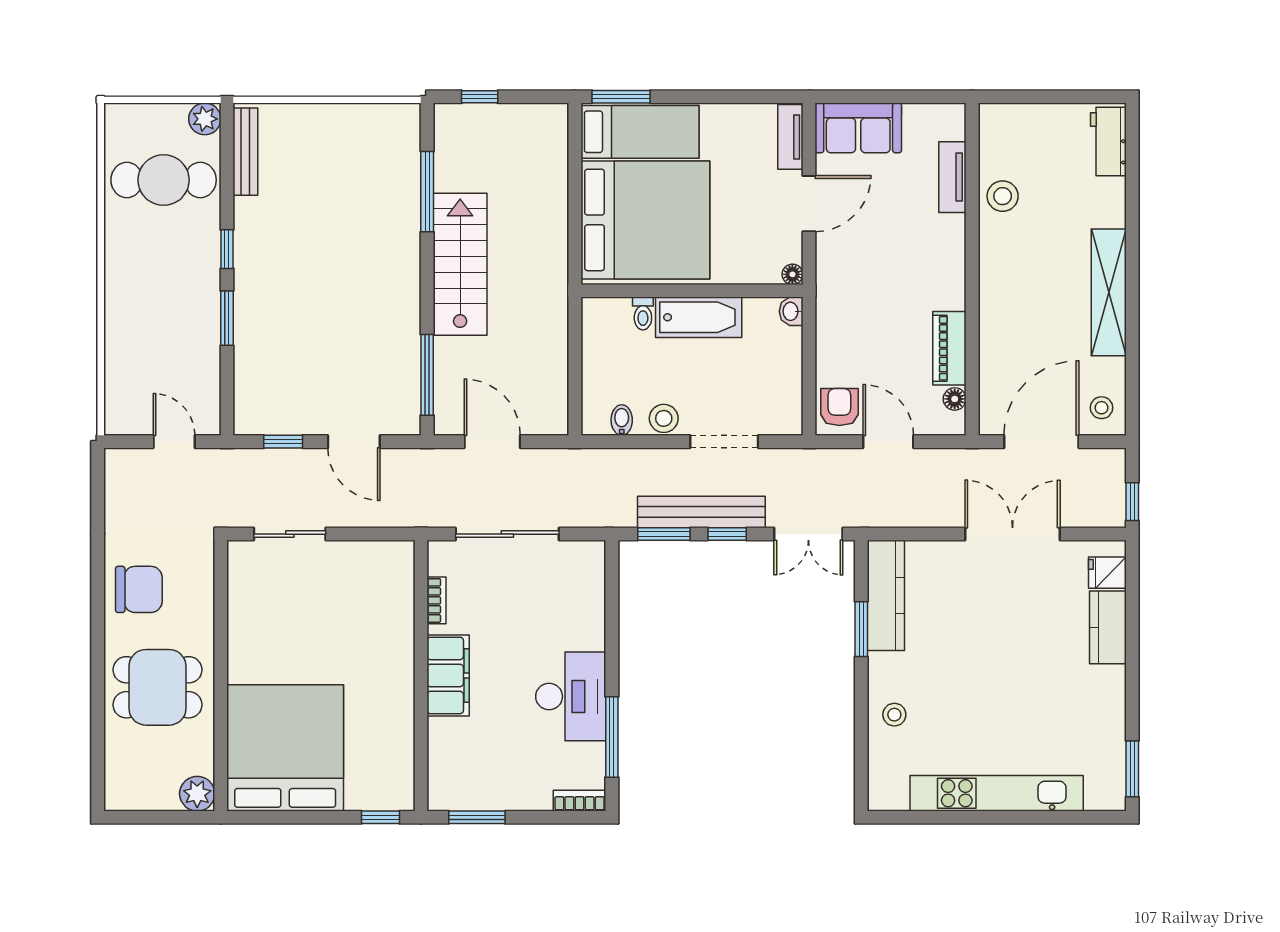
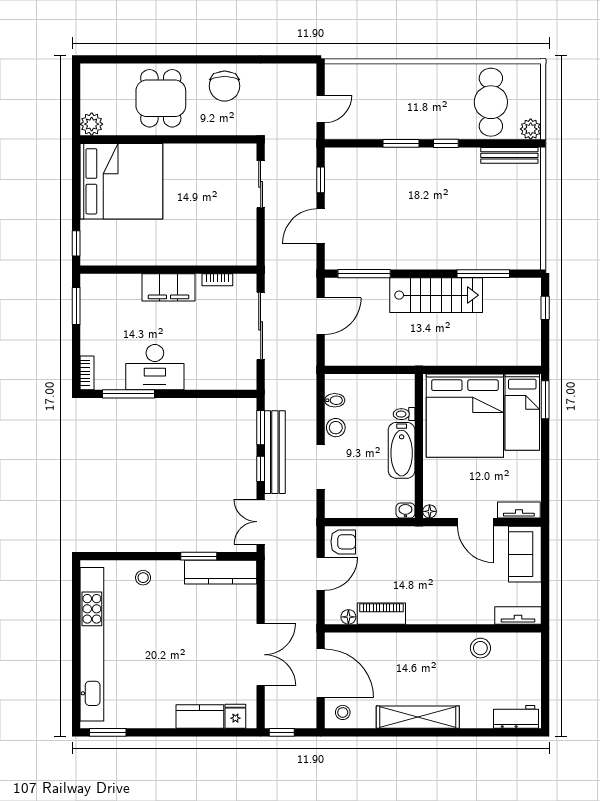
tv unit: (952, 177) -> (518, 615), moved
kitchen unit: (997, 793) -> (92, 644), width x1.36

